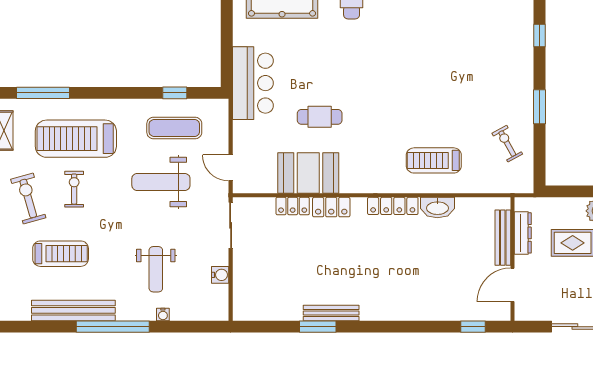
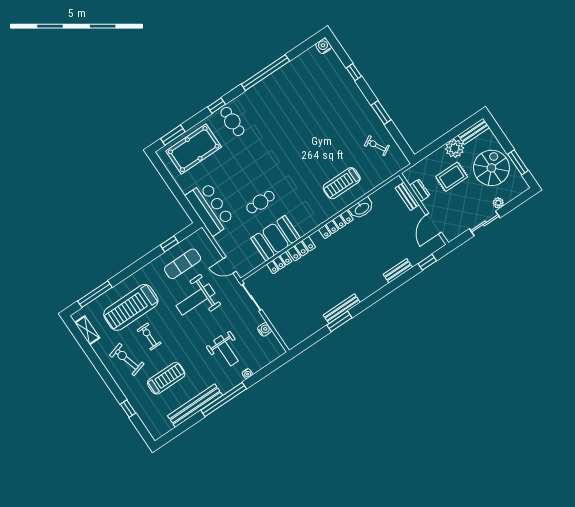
dresser: (523, 233) -> (420, 190), width x0.70
bench: (503, 238) -> (407, 196), width x0.73
bench: (430, 313) -> (398, 271), added

